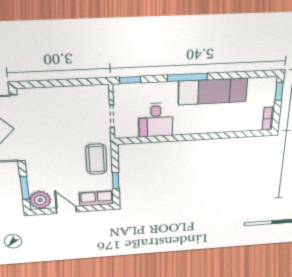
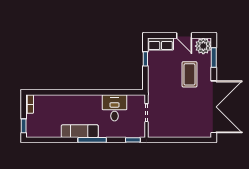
exam couch: (213, 91) -> (80, 131), width x0.73, depth x0.69
coffee table: (96, 159) -> (189, 74), moved

